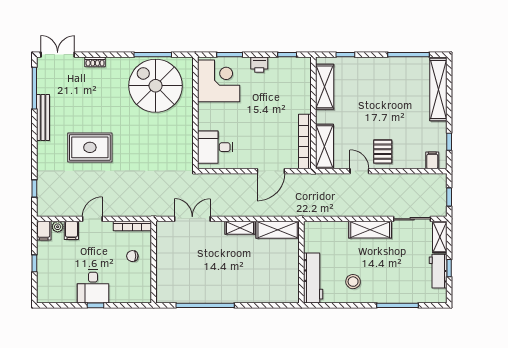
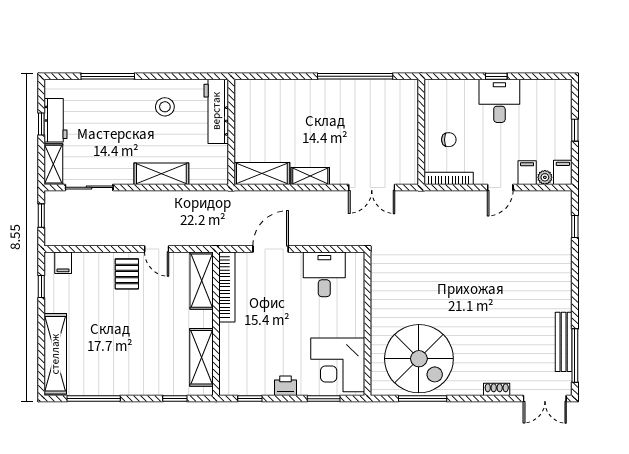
bench: (43, 117) -> (564, 342), moved
rug: (90, 147) -> (503, 279), removed
desk: (215, 147) -> (324, 274), moved, turned -90
shelving: (370, 230) -> (161, 174), moved

